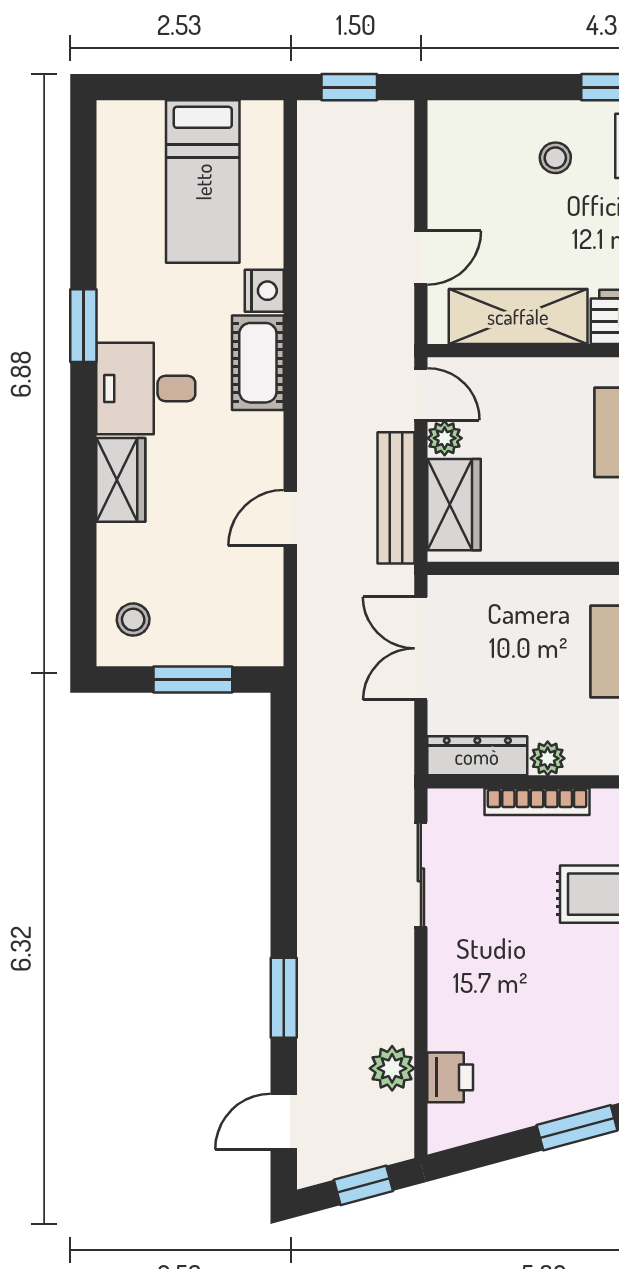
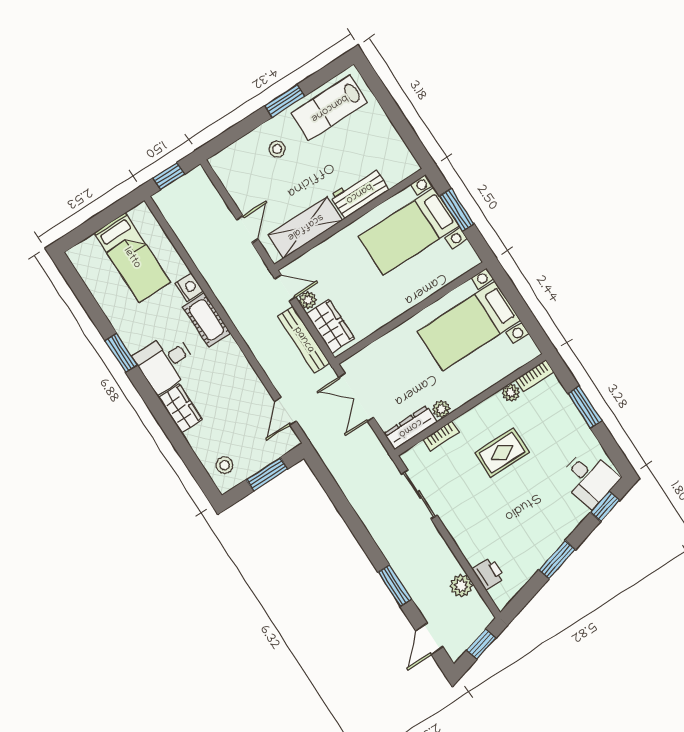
door: (290, 518) -> (285, 411), moved
bookcase: (537, 802) -> (441, 436), width x0.64

